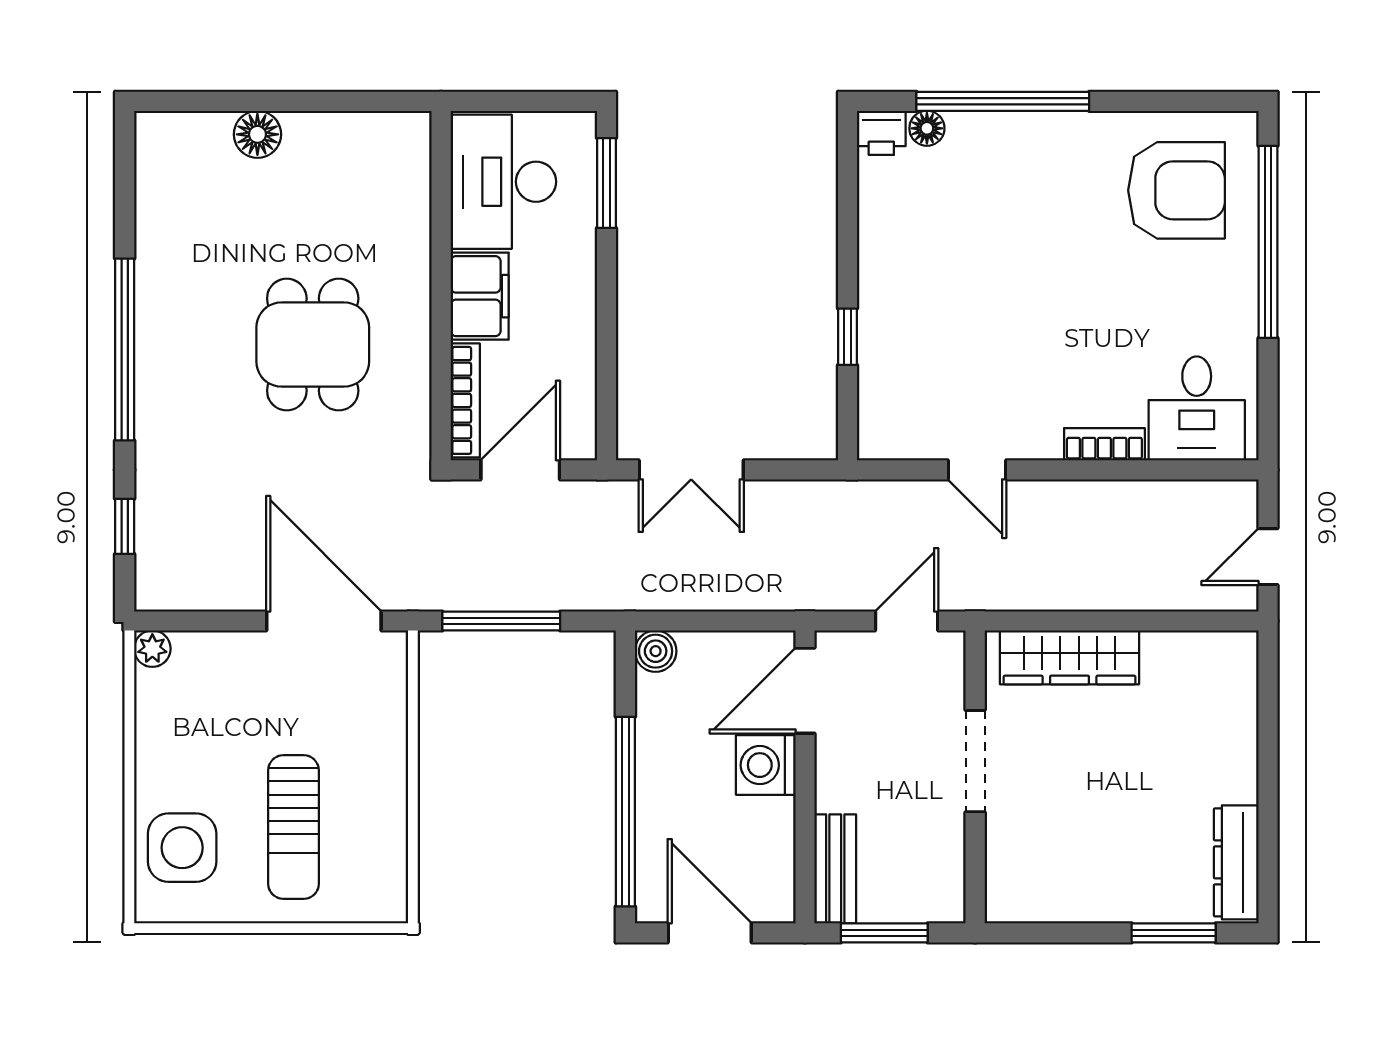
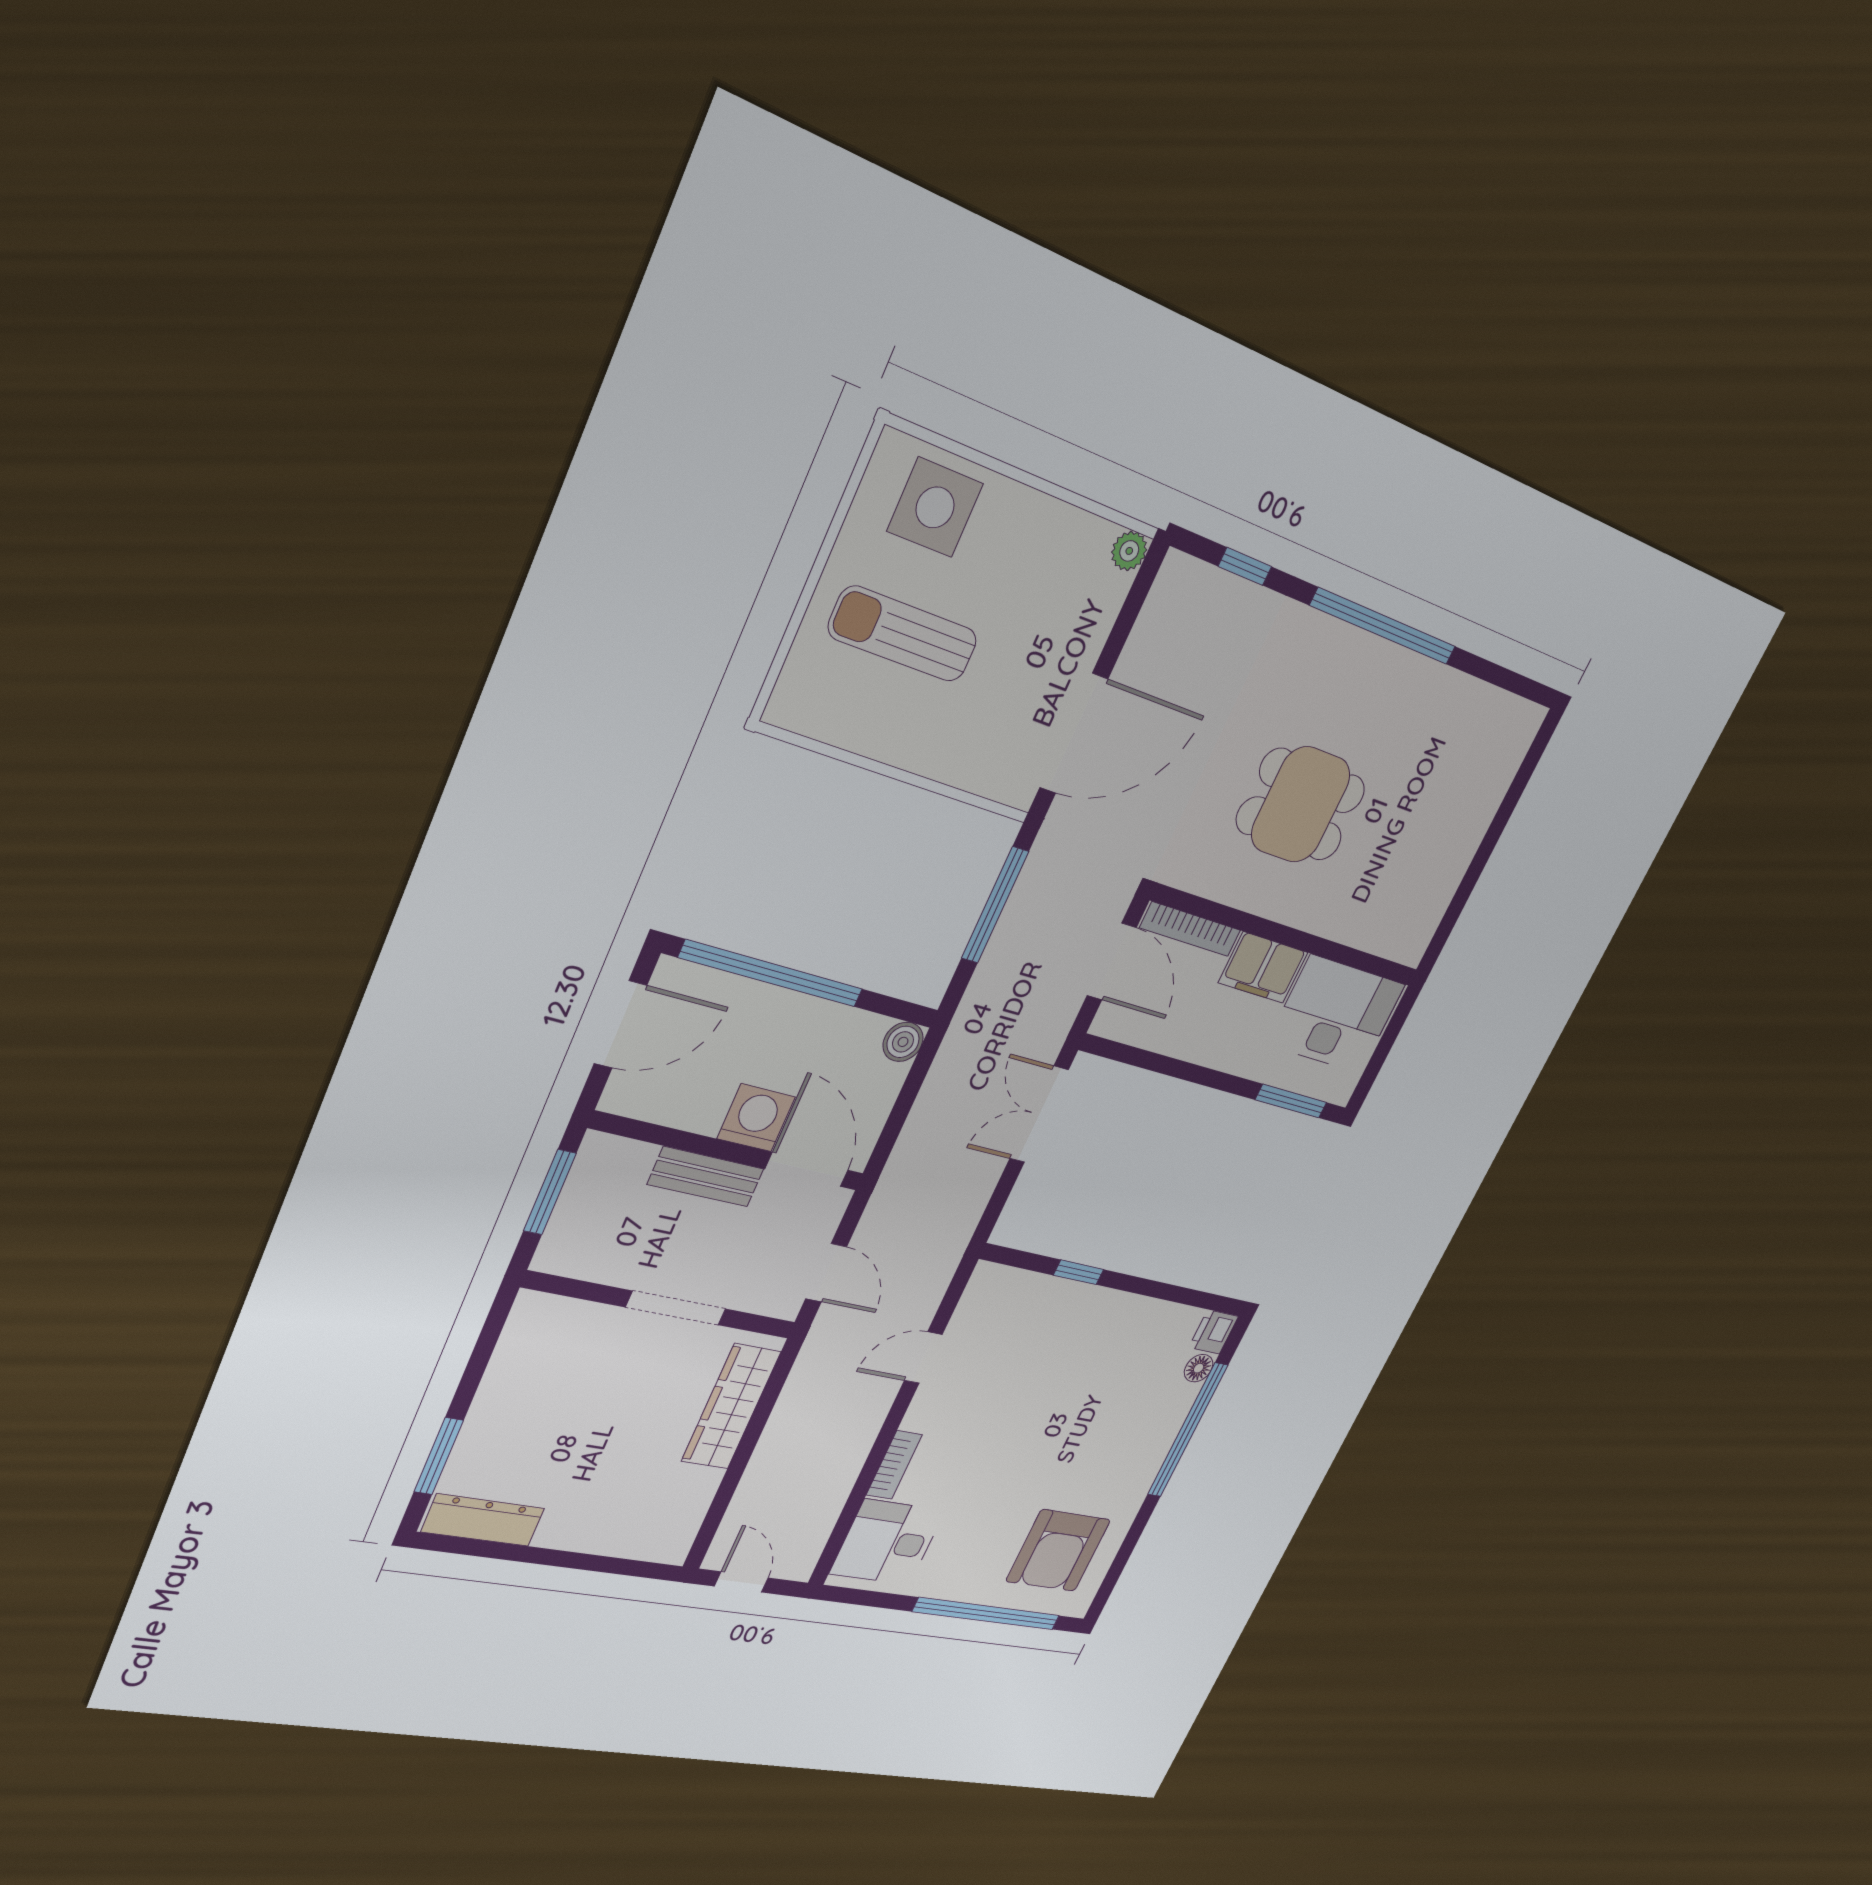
floor lamp: (257, 134) -> (1477, 812), removed
bench: (835, 869) -> (706, 1177), moved

